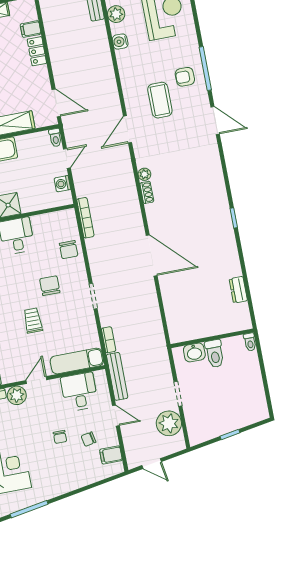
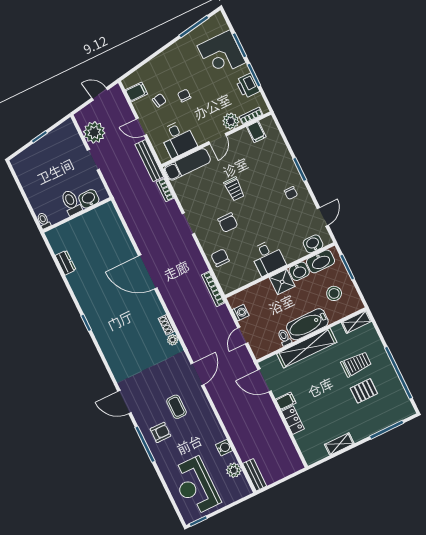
filing cabinet: (31, 29) -> (286, 401), moved
coffee table: (160, 100) -> (176, 407), width x0.73, depth x0.77
toilet: (55, 138) -> (284, 337), moved

